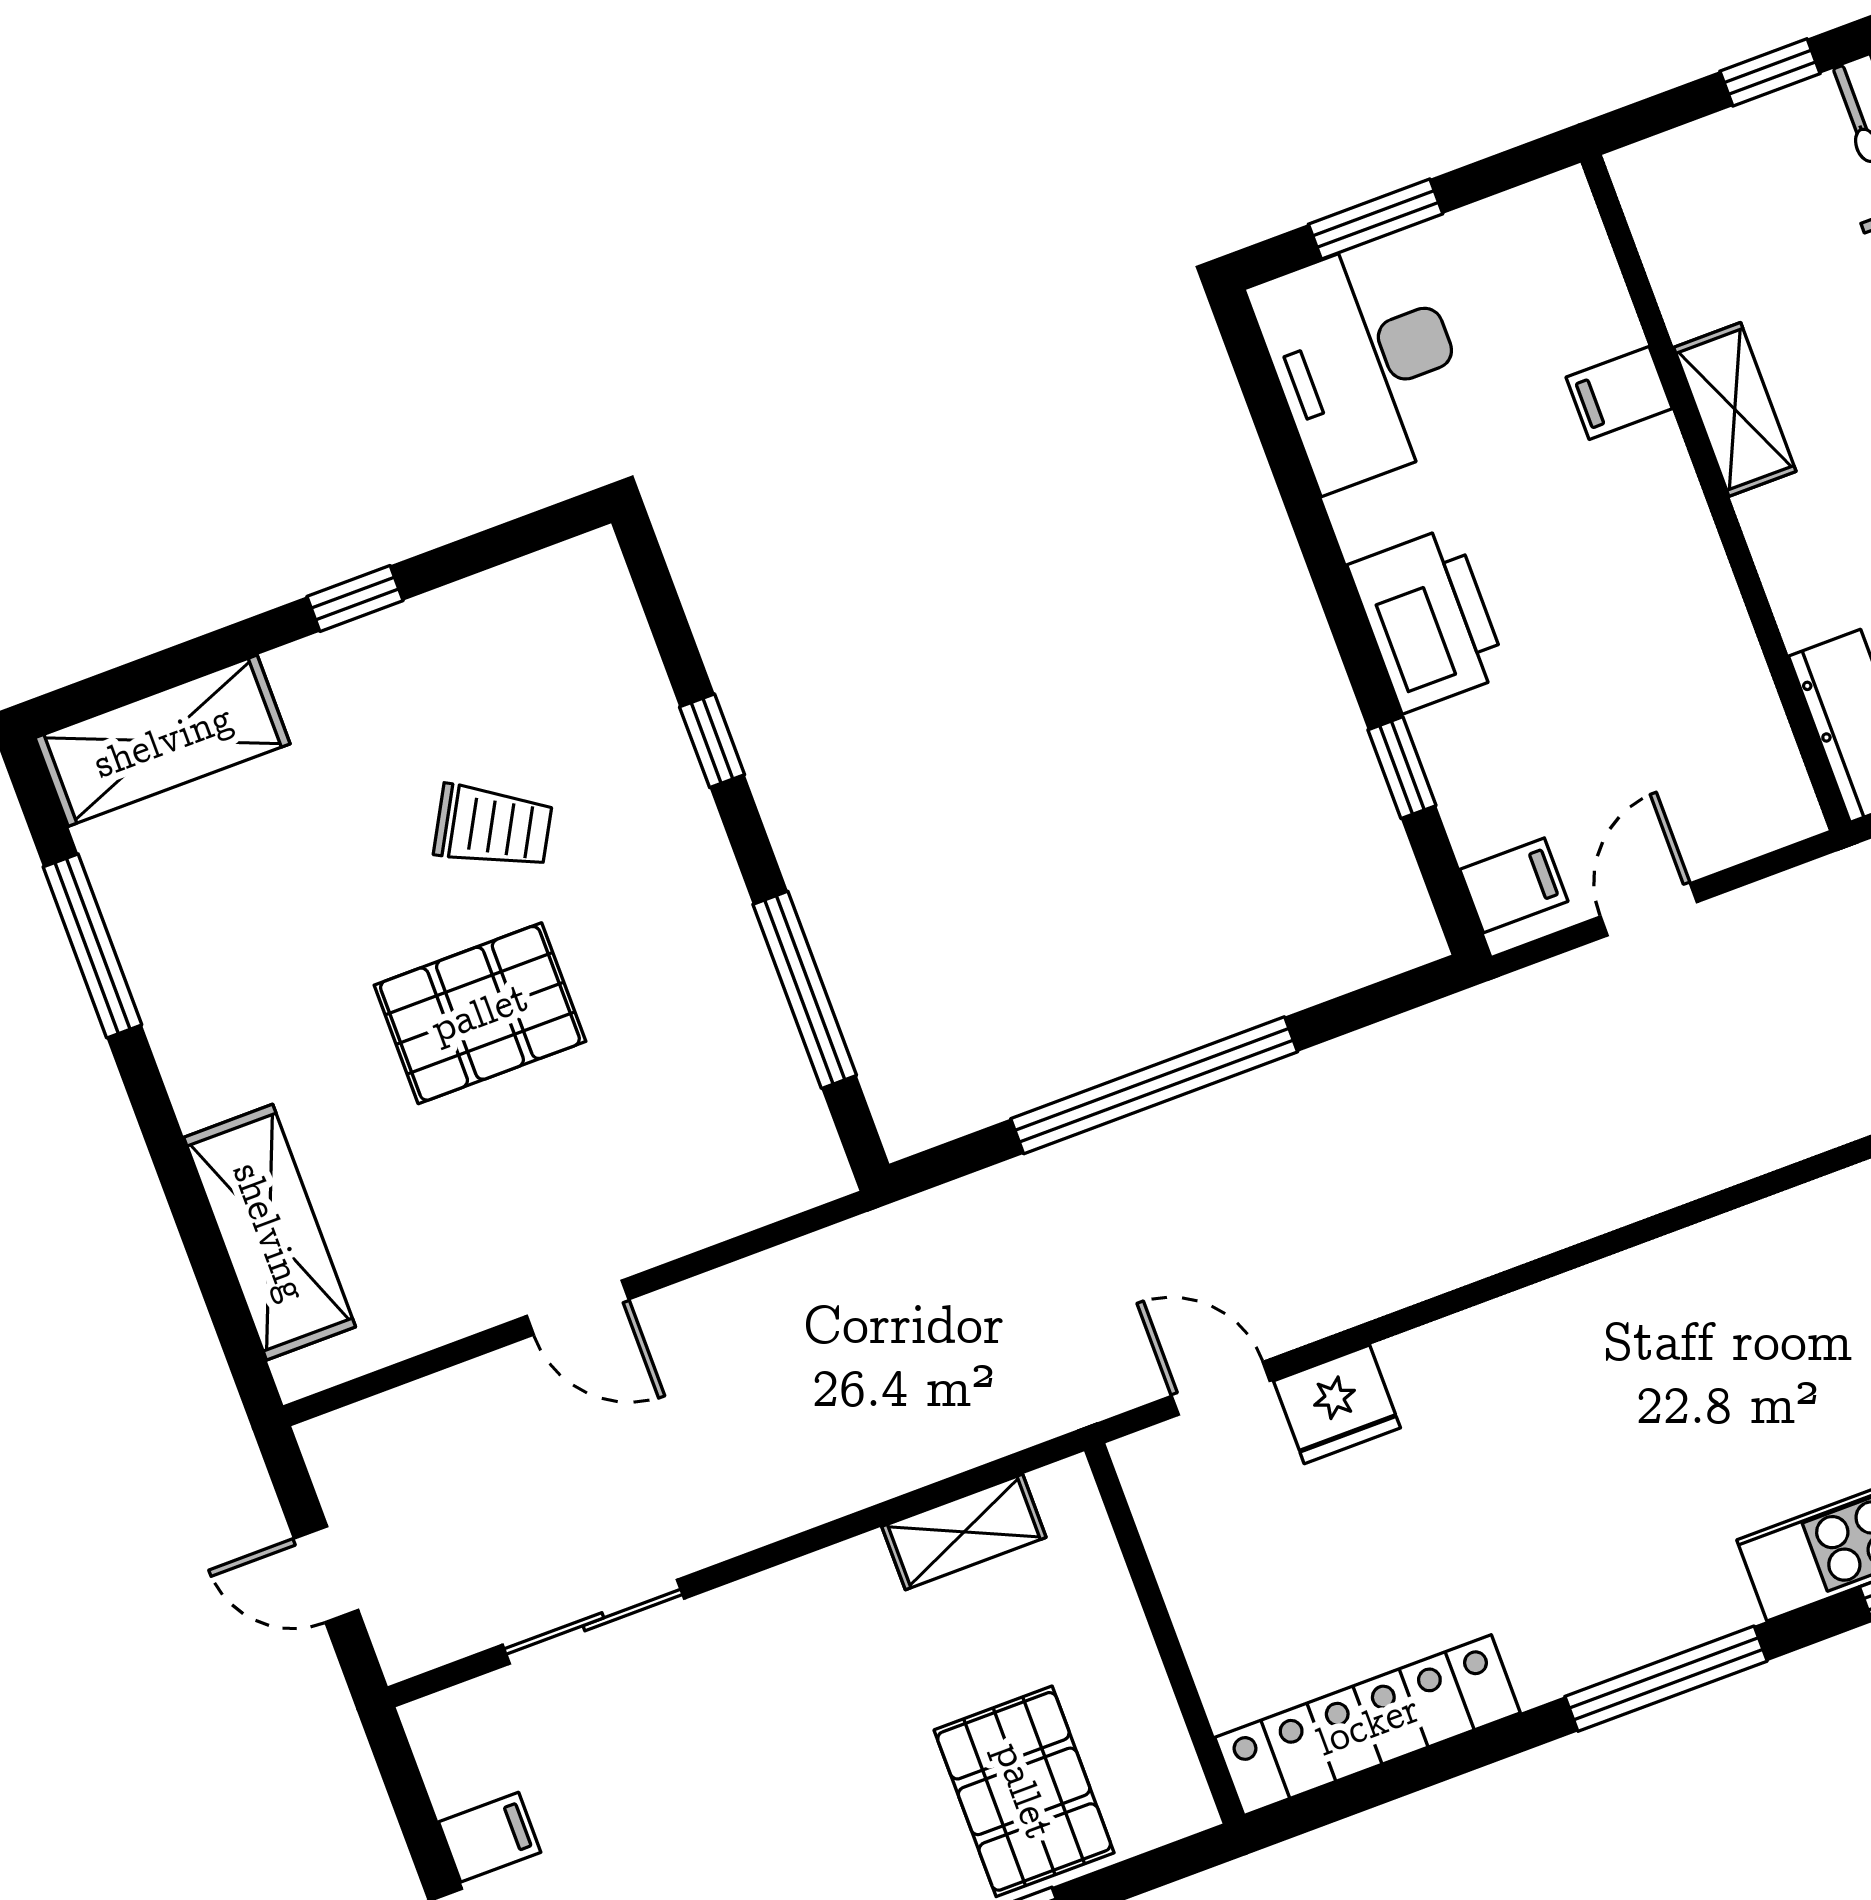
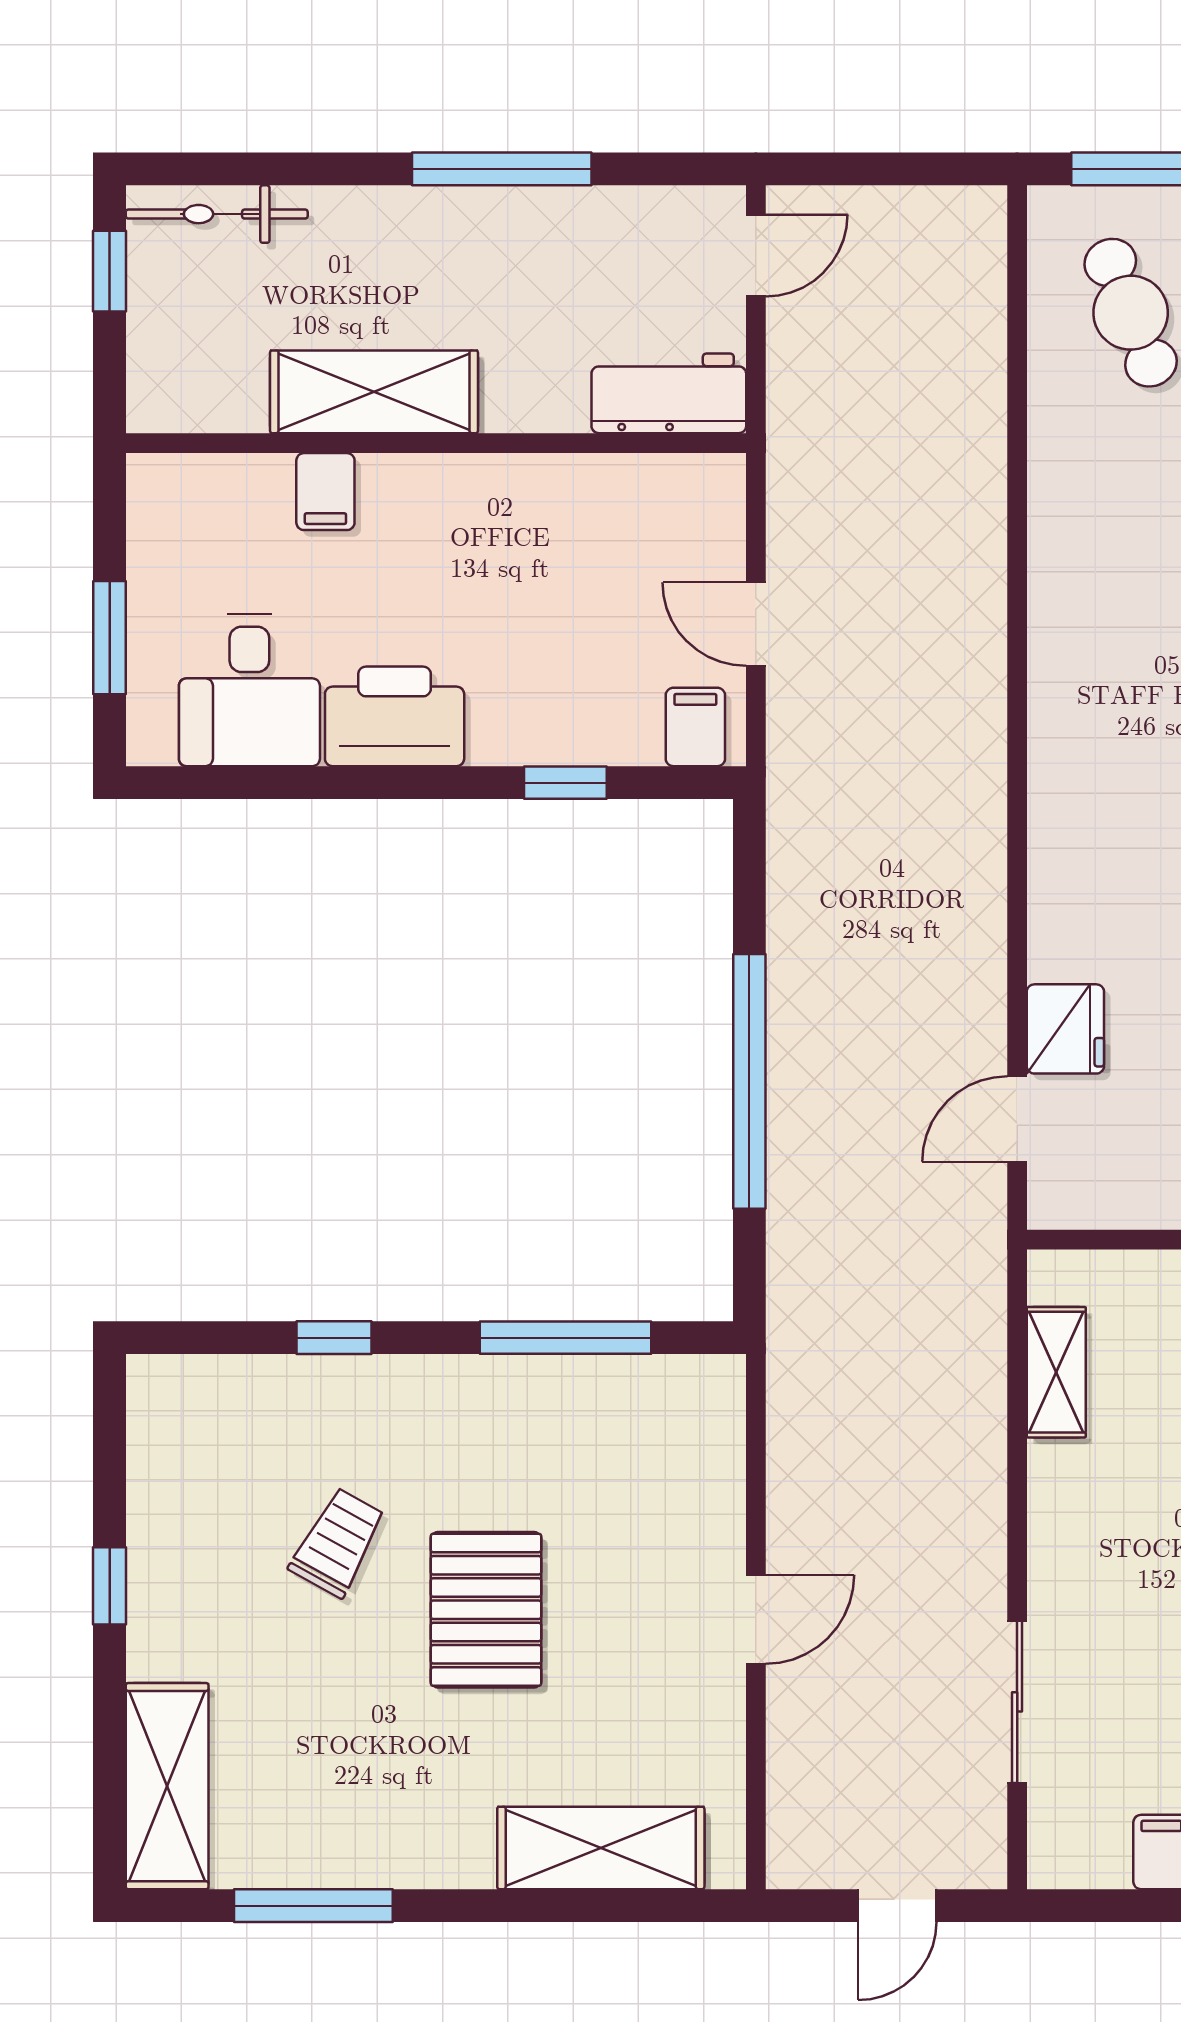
desk: (1364, 362) -> (249, 690), width x0.73
shelving: (1735, 409) -> (374, 392), width x1.50, depth x1.33
printer: (1428, 620) -> (395, 716), moved

